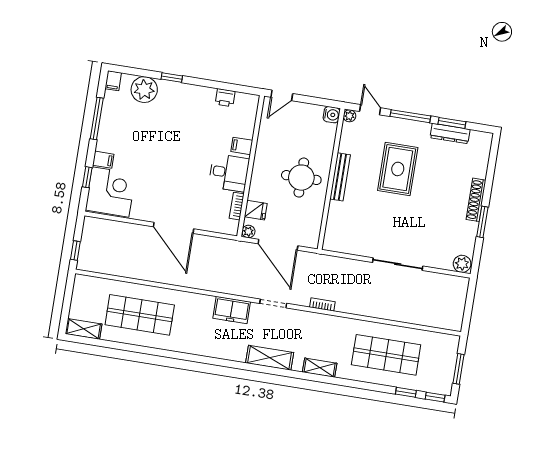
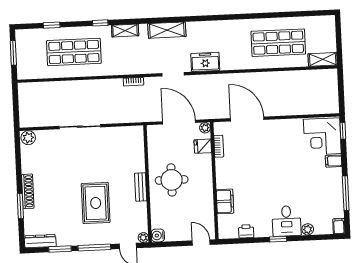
window: (172, 78) -> (278, 239), moved
plant: (144, 90) -> (308, 229), width x0.53, depth x0.53
door: (282, 95) -> (201, 243), hinge flipped
dresser: (450, 134) -> (40, 241), moved
filing cabinet: (242, 146) -> (225, 201), width x2.00
desk: (229, 173) -> (287, 221), moved, turned -90
window: (87, 177) -> (343, 131), moved
bench: (340, 177) -> (141, 187), width x0.73
window: (482, 222) -> (20, 206), moved
door: (173, 228) -> (247, 119), moved
window: (75, 250) -> (341, 84), removed
shelving: (84, 329) -> (323, 59), moved
window: (435, 397) -> (100, 23), moved

